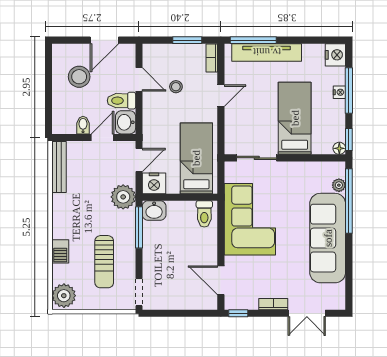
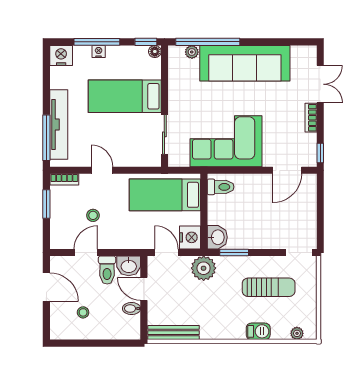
stool: (79, 77) -> (83, 312), width x0.53, depth x0.53
window: (139, 227) -> (234, 252), width x0.69
plant: (64, 296) -> (297, 333), width x0.53, depth x0.53

